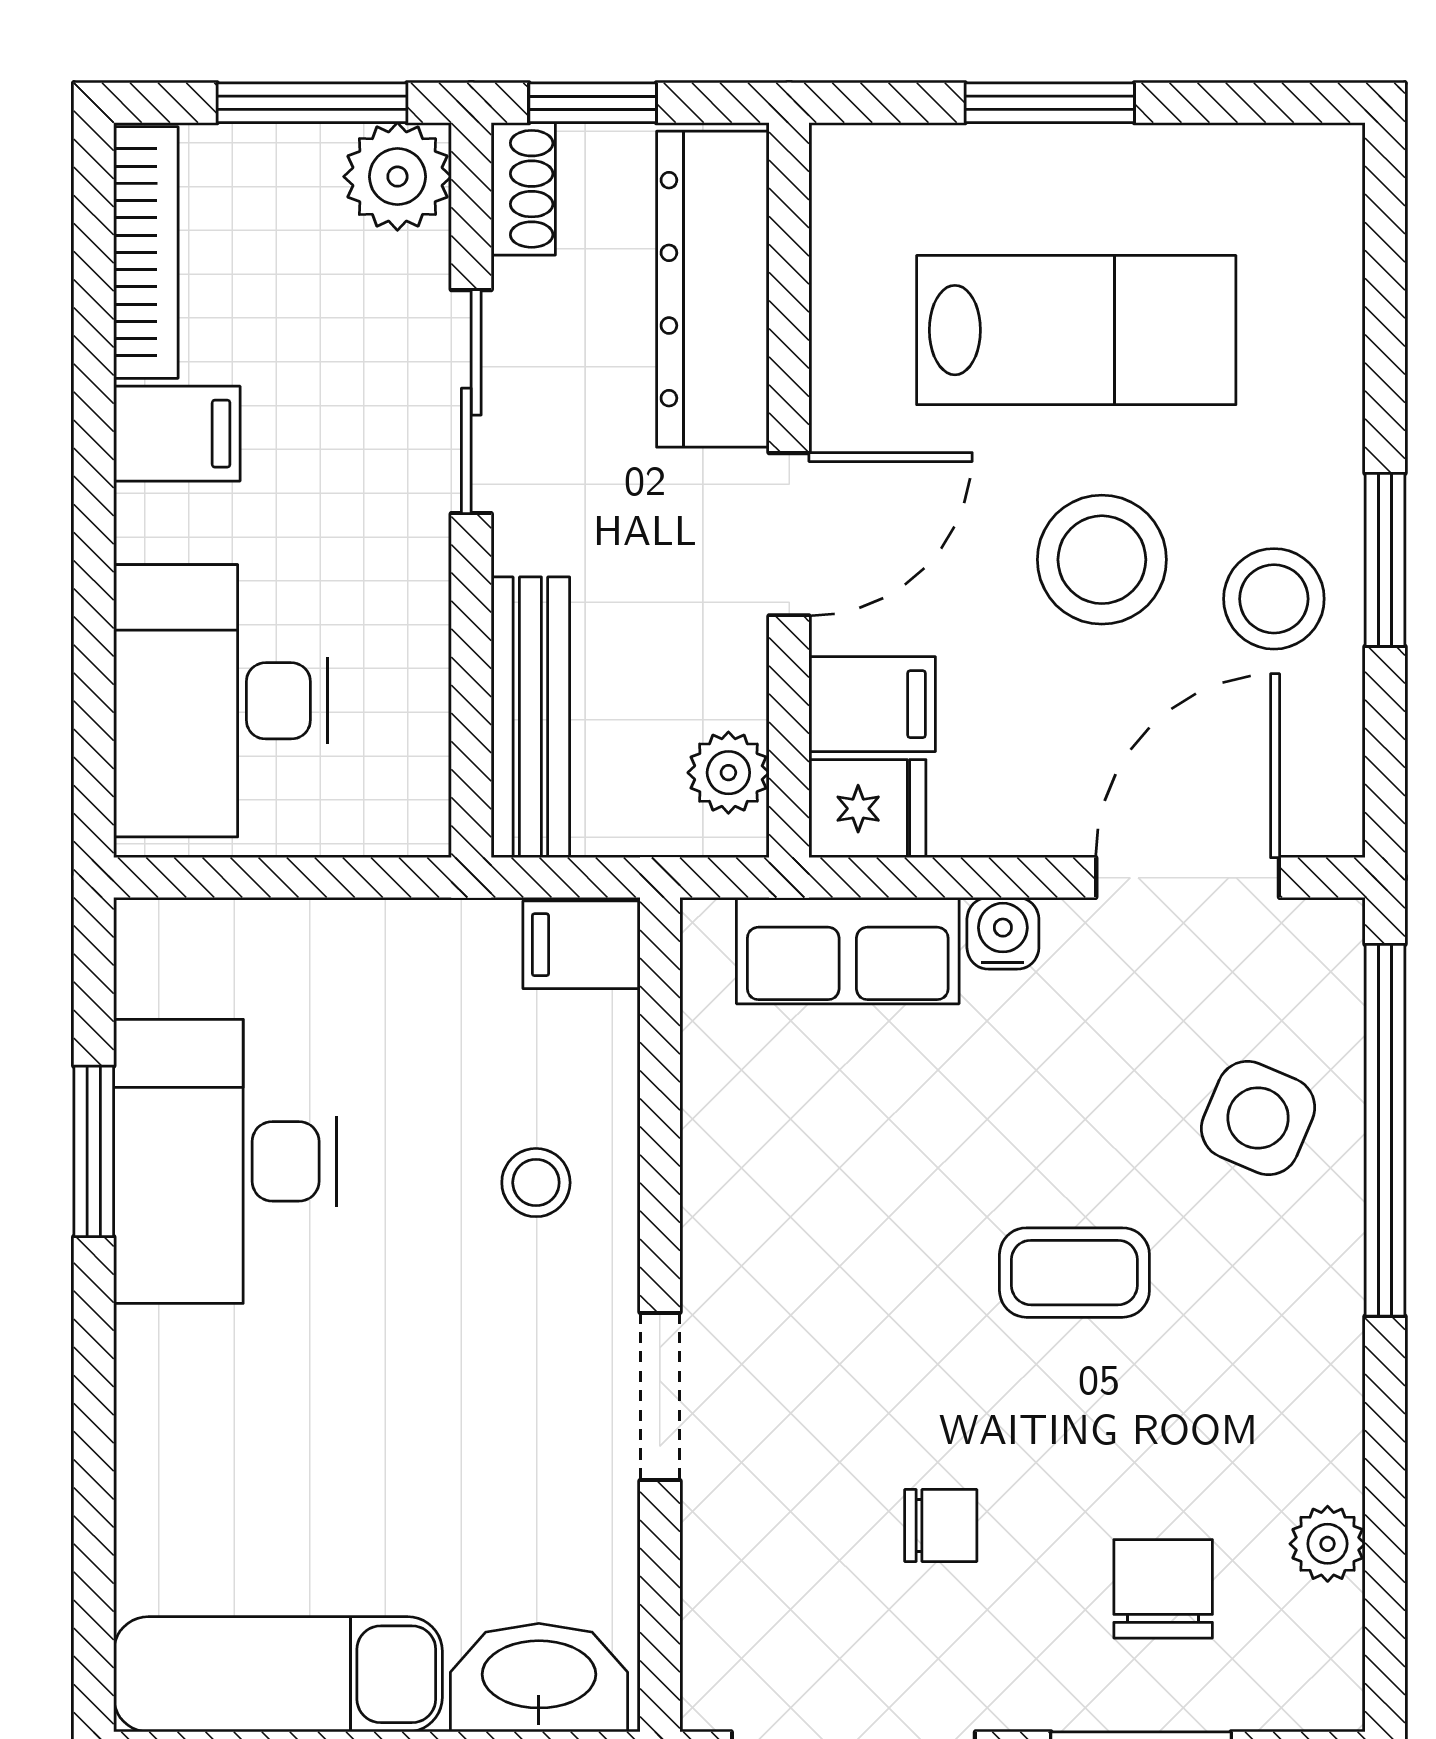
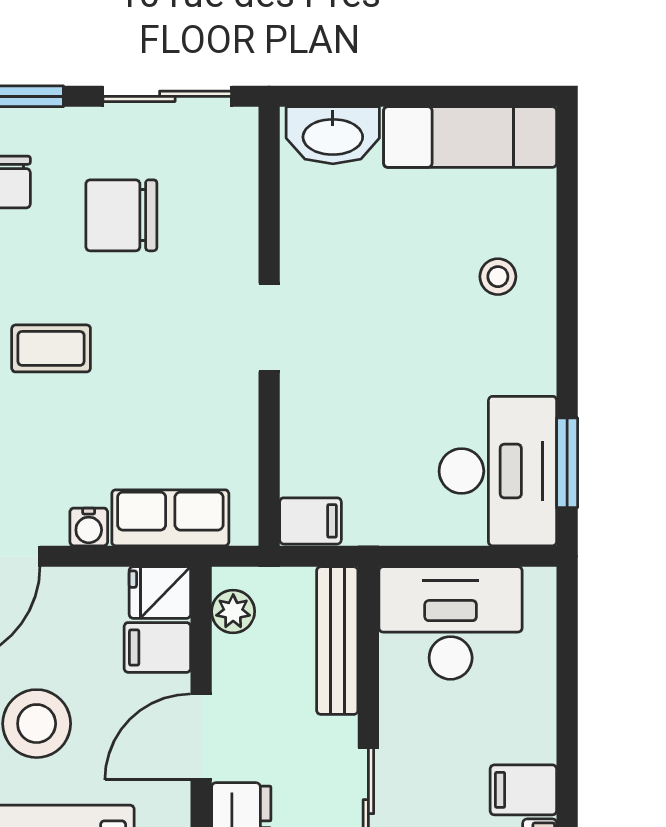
desk: (221, 701) -> (451, 623), moved, turned -90
window: (94, 1151) -> (567, 463), moved
desk: (225, 1161) -> (498, 471), moved
stool: (536, 1183) -> (498, 277), moved
doorway: (660, 1396) -> (269, 327), moved
chair: (941, 1525) -> (121, 215), width x1.87, depth x1.87

